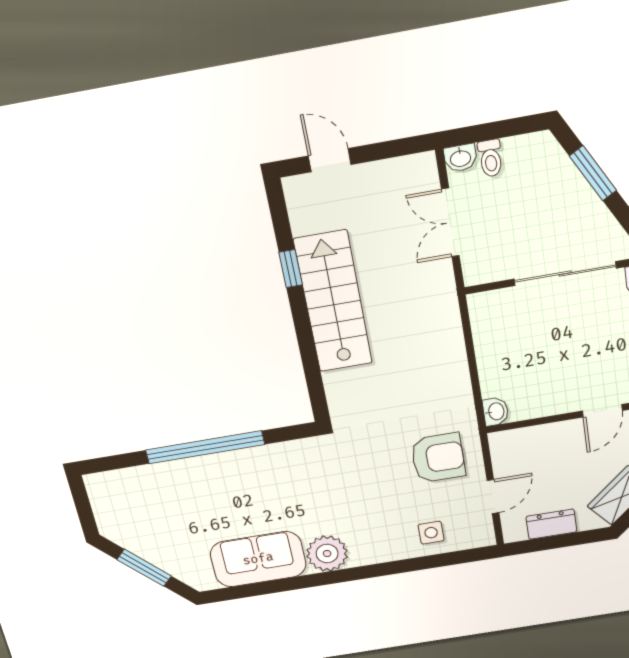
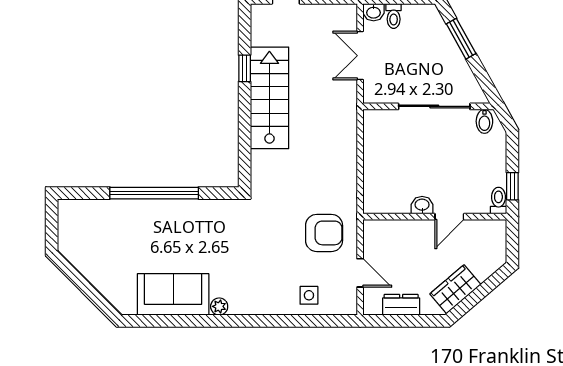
washbasin: (496, 411) -> (422, 205), moved, turned -90
door: (493, 497) -> (360, 273), hinge flipped
plant: (327, 554) -> (219, 306), width x0.53, depth x0.53
window: (144, 568) -> (84, 286), removed

